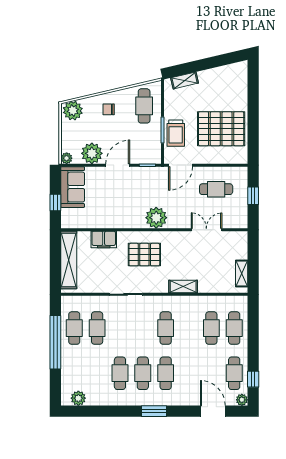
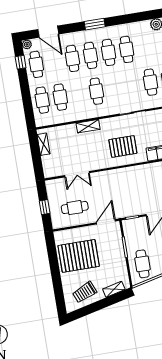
trolley: (176, 133) -> (85, 292), moved, turned -113
plant: (156, 218) -> (118, 177), removed
cafe table: (188, 373) -> (72, 58), added

